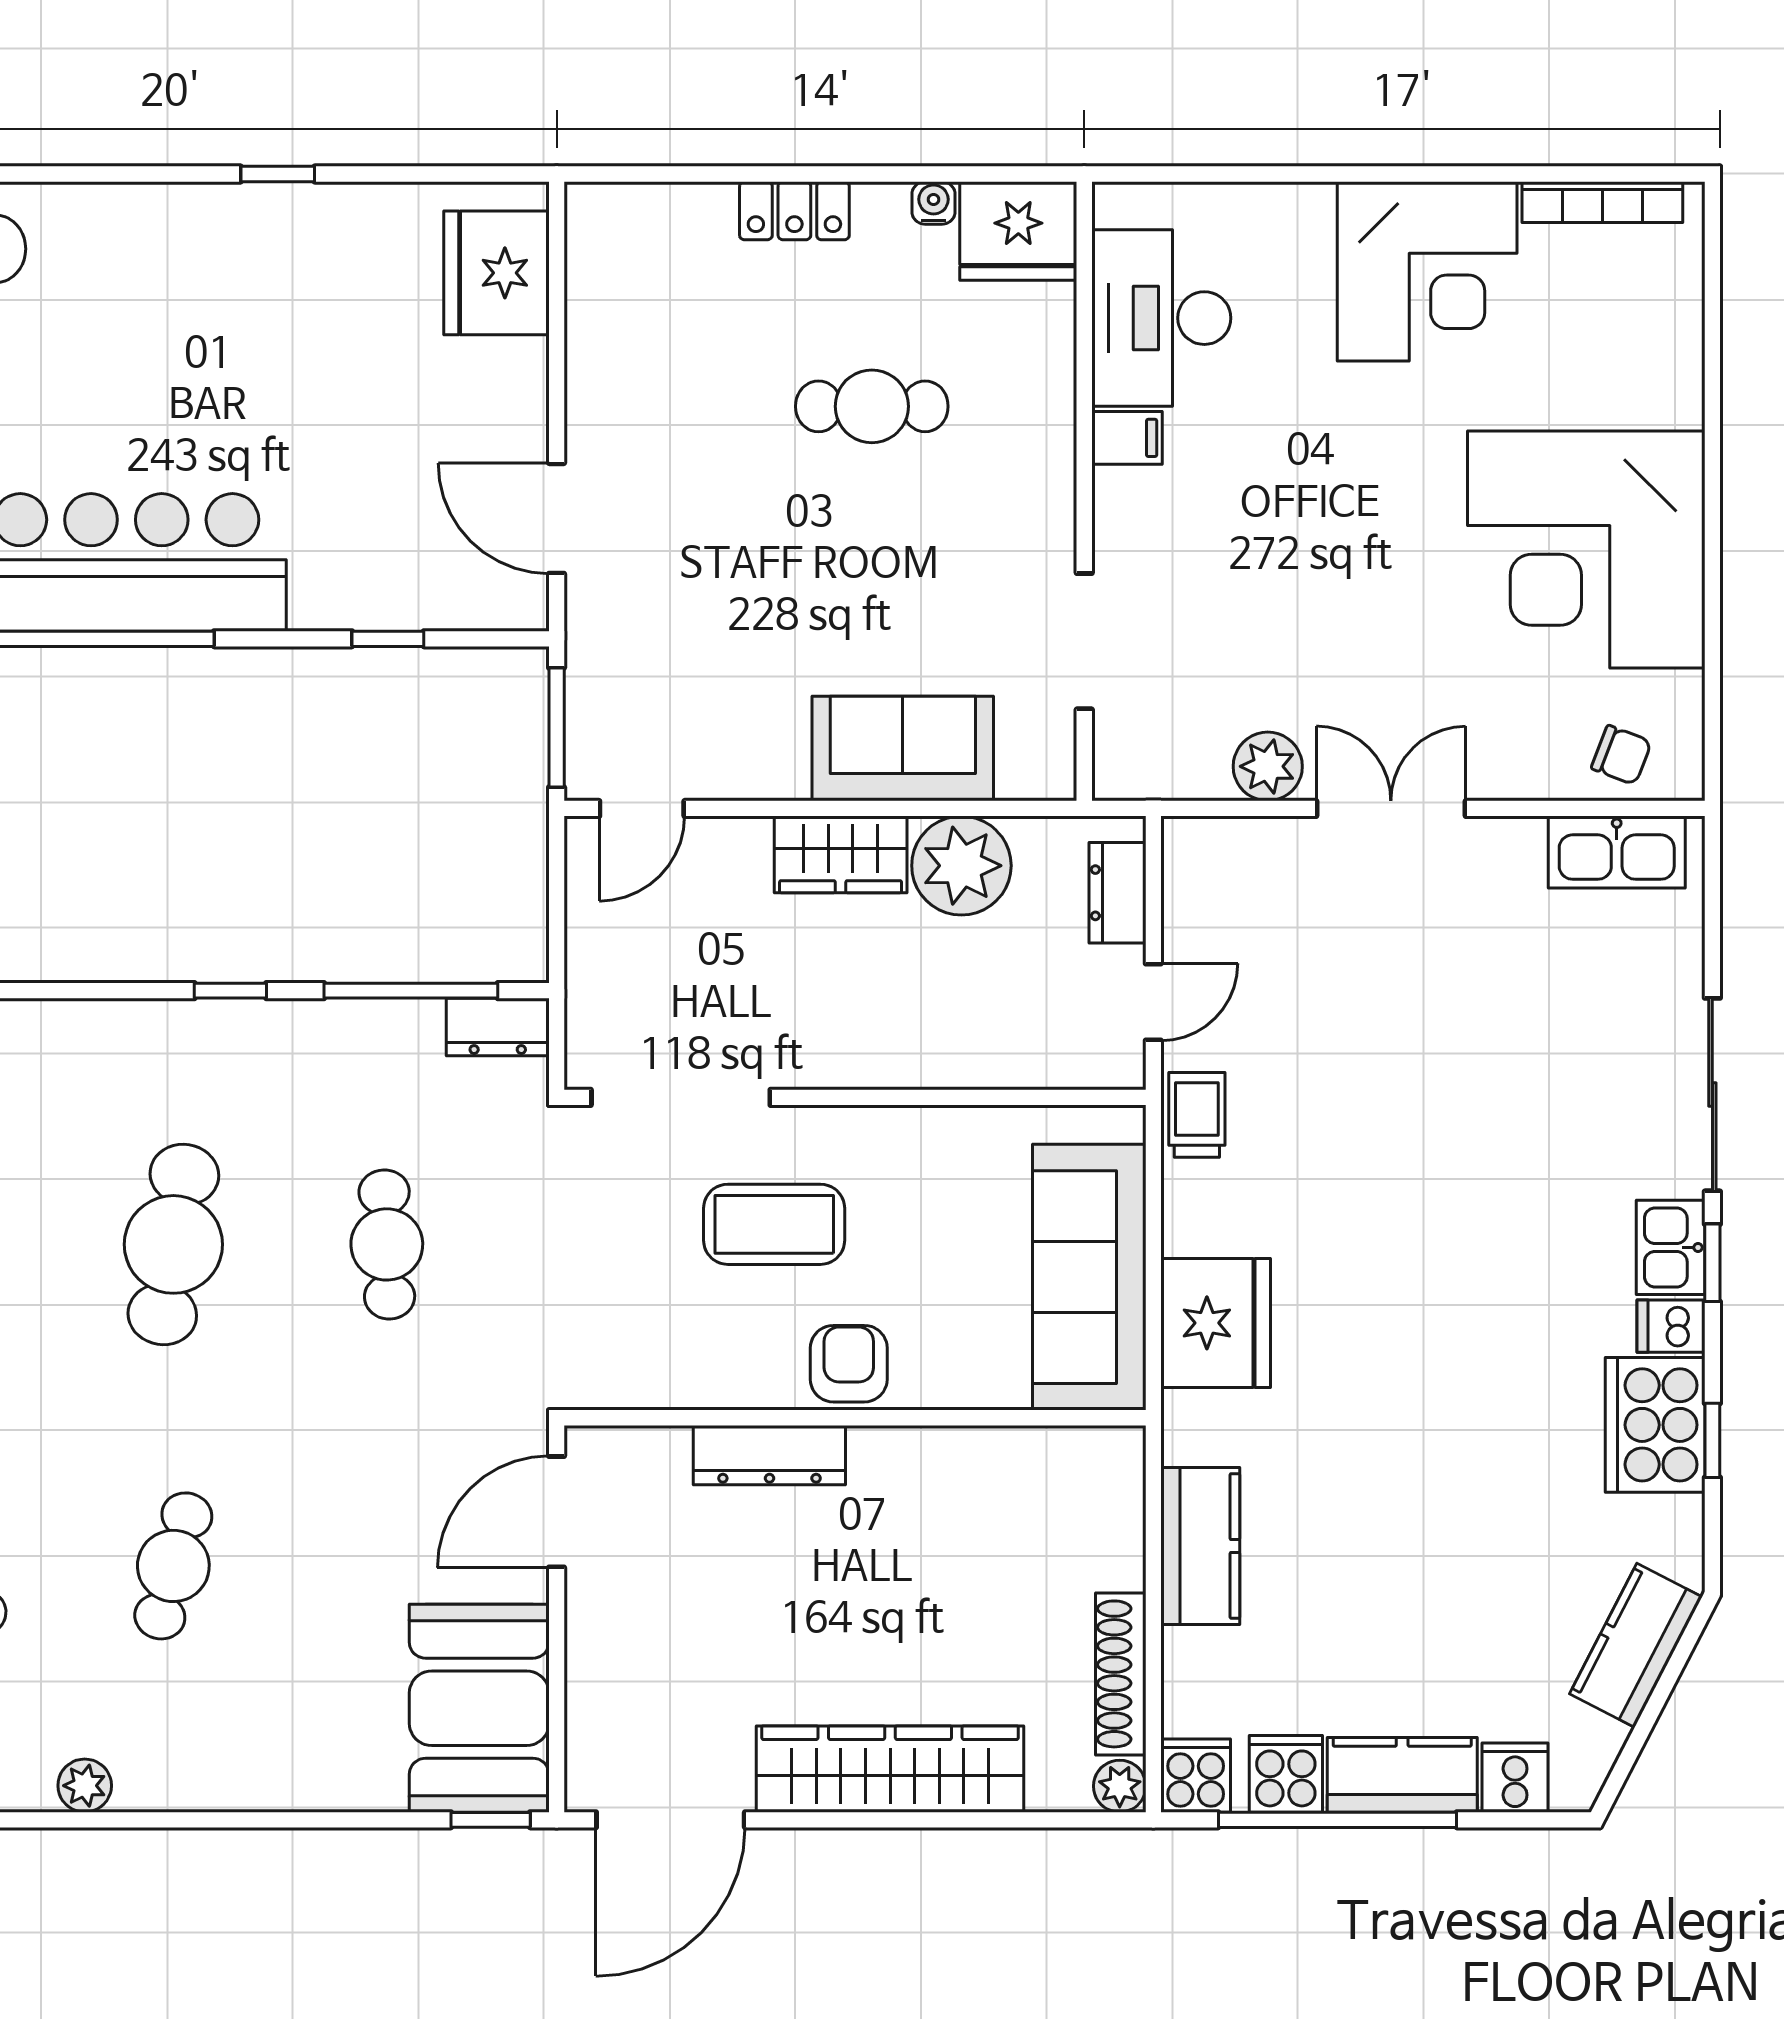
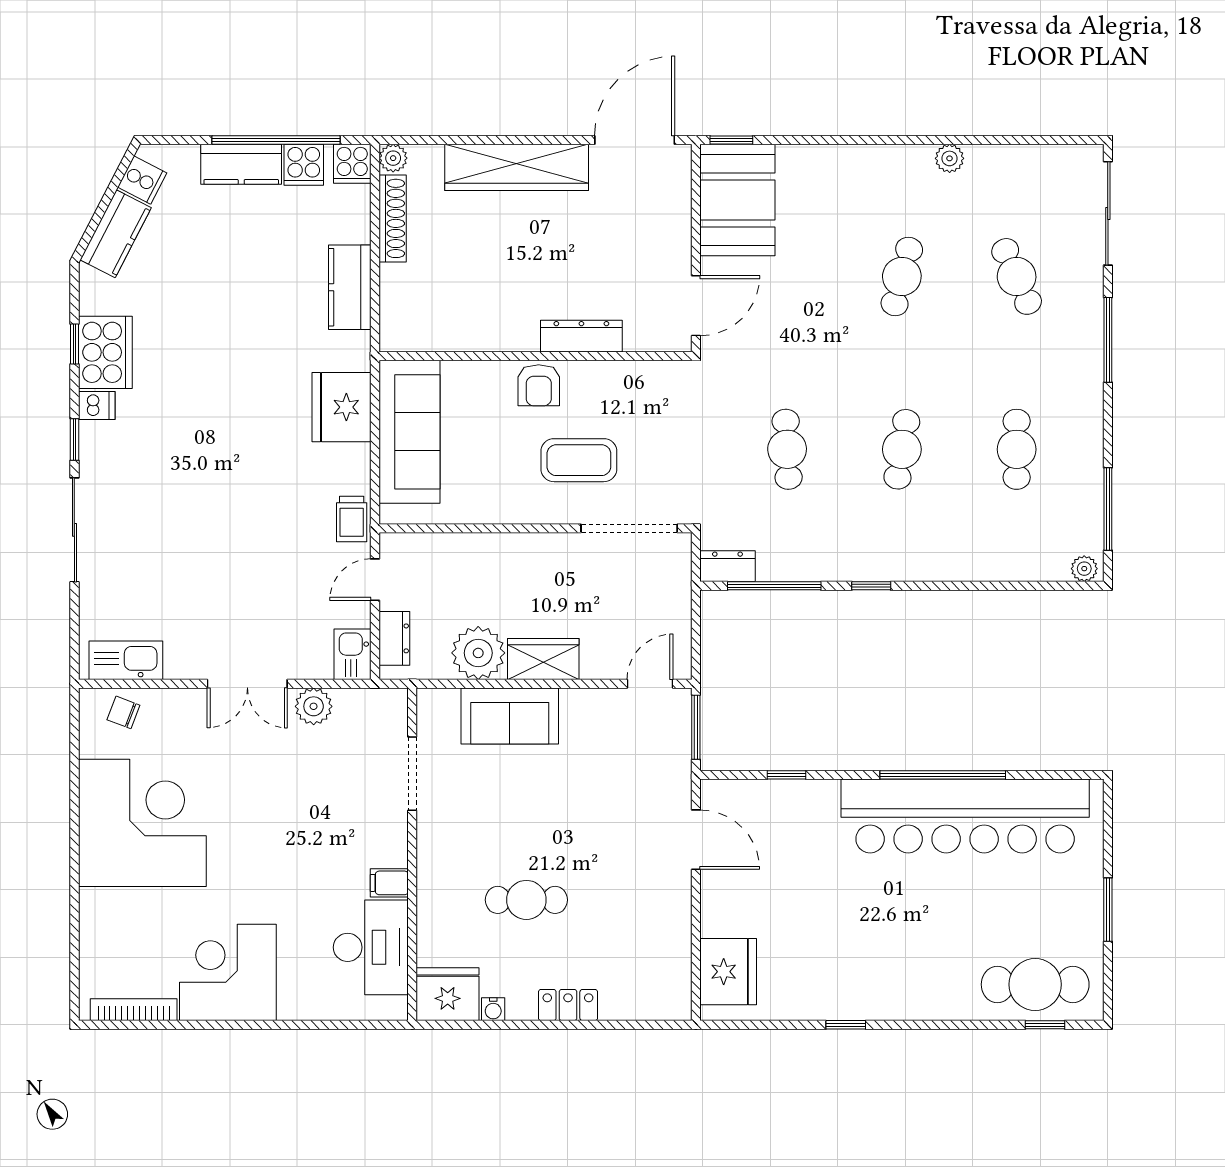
cafe table: (173, 1244) -> (902, 449), width x0.73, depth x0.74
kitchen sink: (1671, 1247) -> (353, 654), moved, turned 180
cooker: (1515, 1778) -> (142, 180), moved, turned -63

